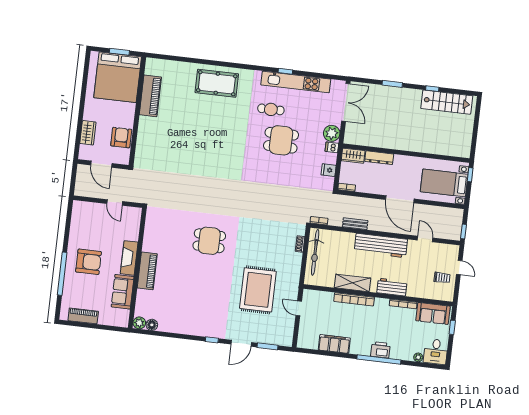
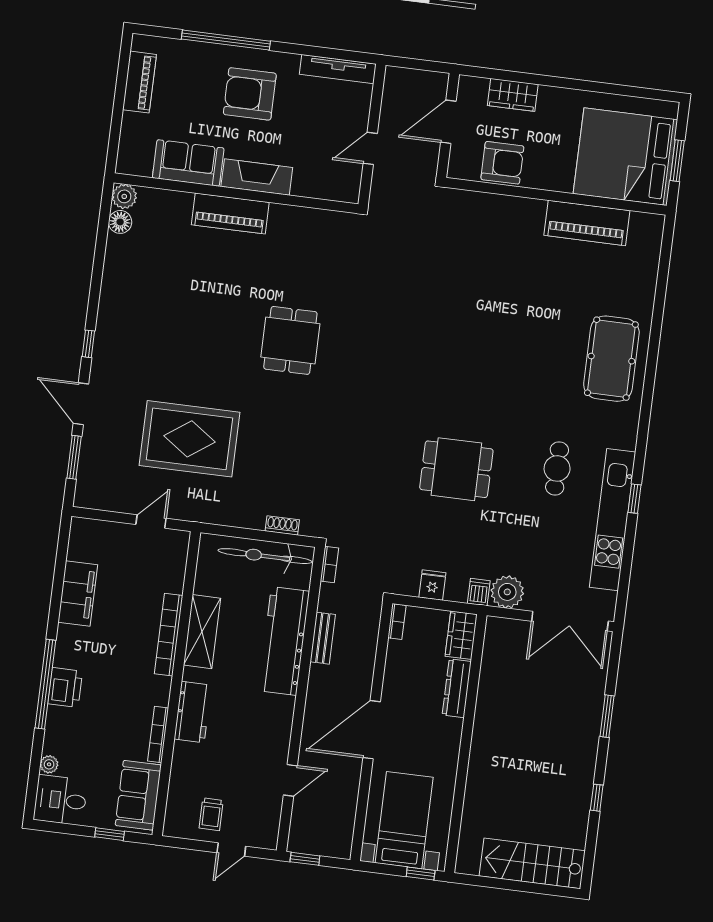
stairs: (447, 102) -> (532, 863), moved, turned 90
dining table: (281, 140) -> (456, 469), moved, turned 90
tv unit: (76, 219) -> (338, 69), added
workbench: (381, 245) -> (284, 641), moved
armchair: (88, 262) -> (250, 94), turned 90

